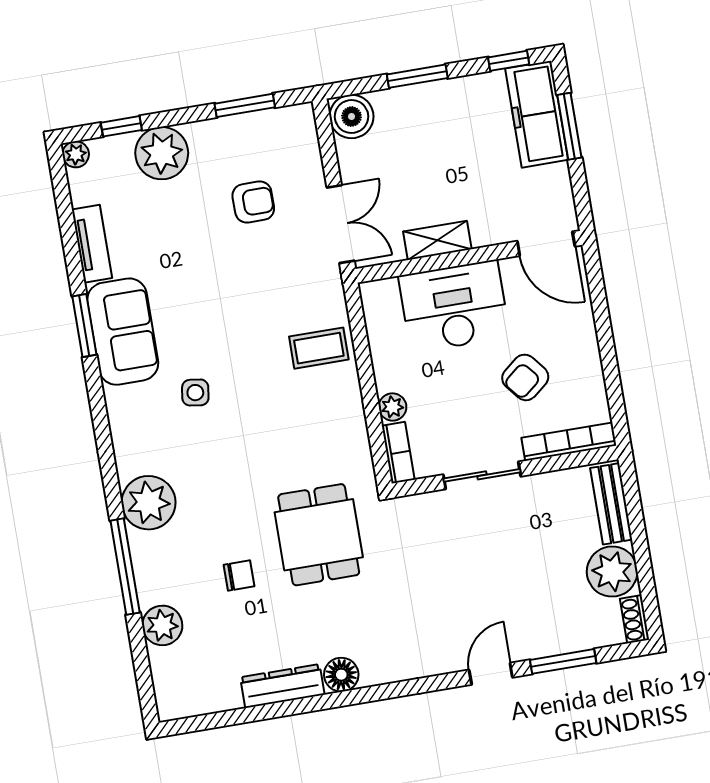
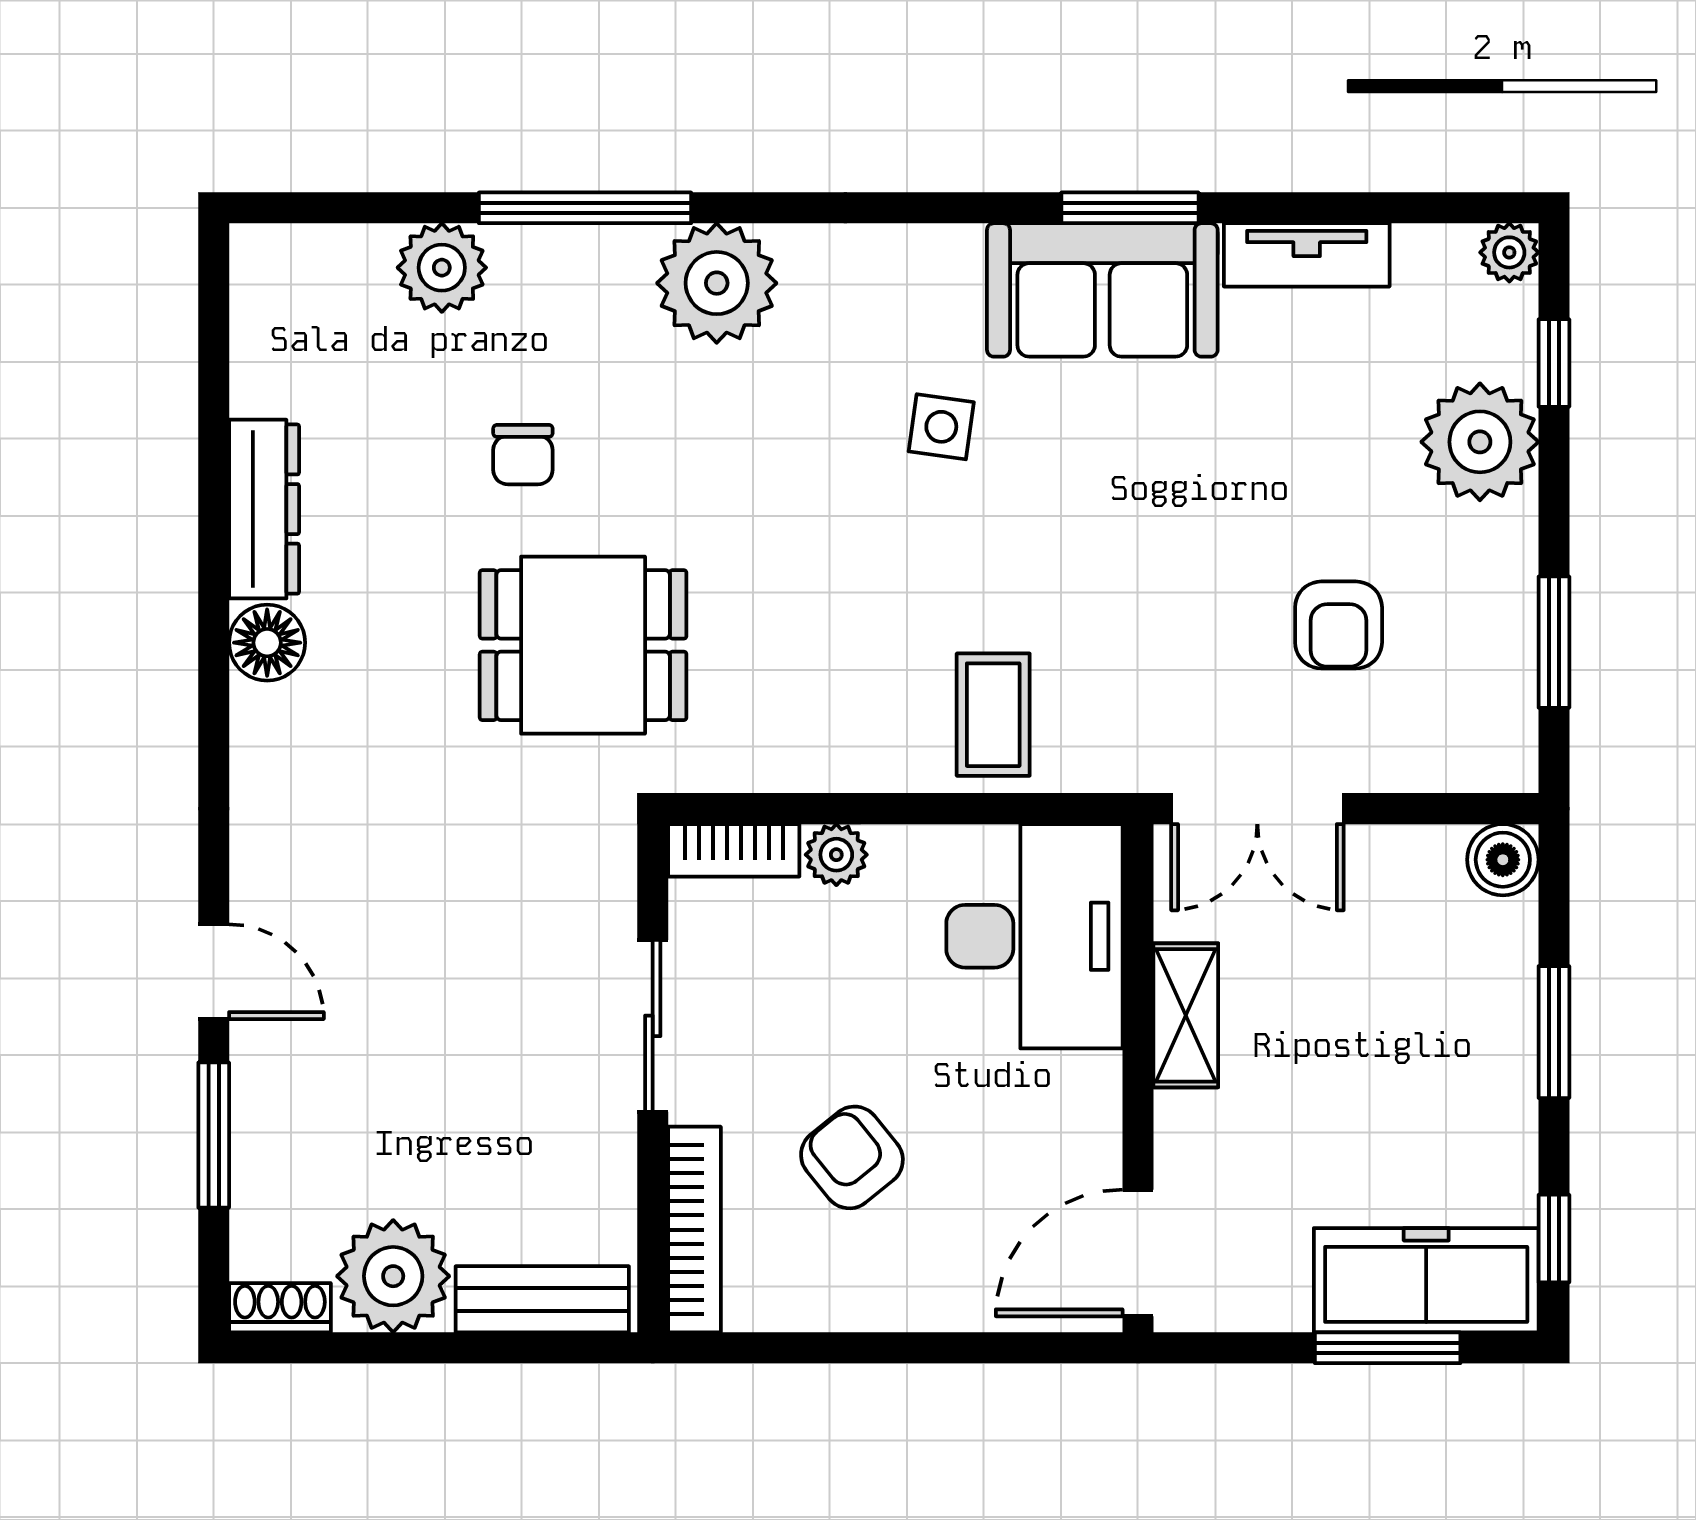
boiler: (352, 117) -> (1503, 860), width x0.73, depth x0.73
desk: (454, 306) -> (1034, 936), moved

